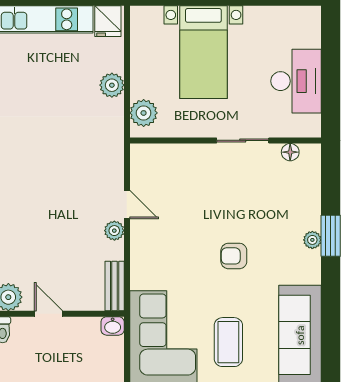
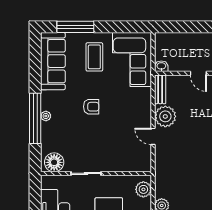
floor lamp: (290, 152) -> (54, 162), width x1.89, depth x1.89
plant: (114, 231) -> (165, 116), width x1.88, depth x1.88
window: (331, 236) -> (35, 118), width x2.11

